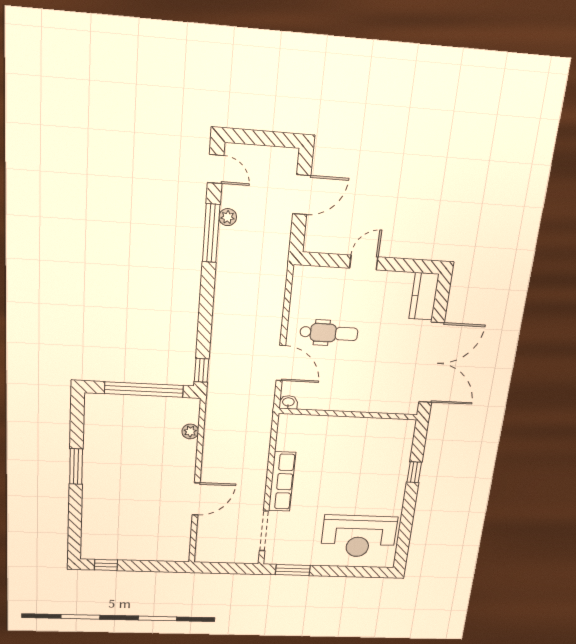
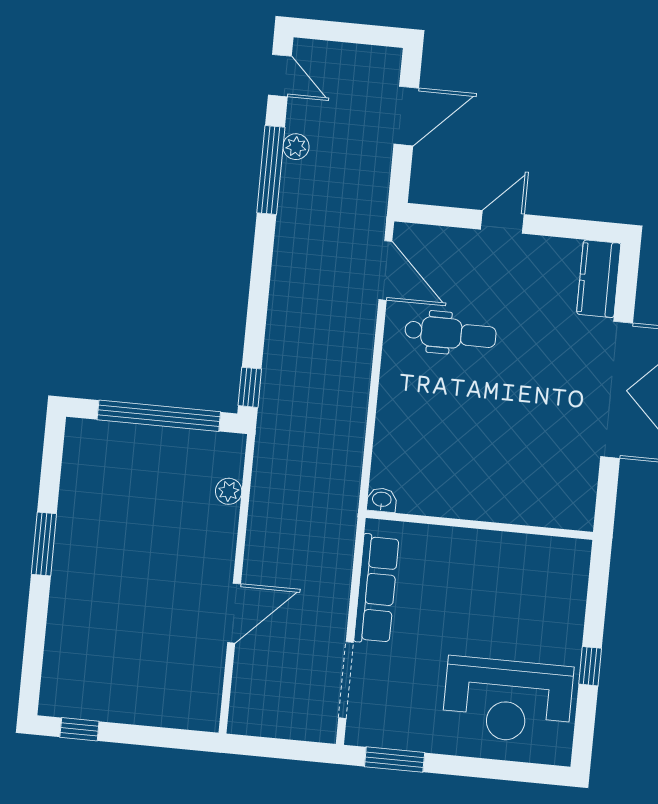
door: (281, 363) -> (385, 270), moved
washbasin: (288, 402) -> (382, 500), moved
wall: (348, 414) -> (479, 525), moved
window: (414, 472) -> (590, 666), moved

